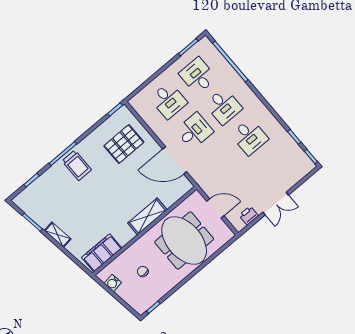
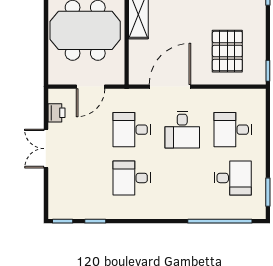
desk: (224, 106) -> (132, 130), moved

